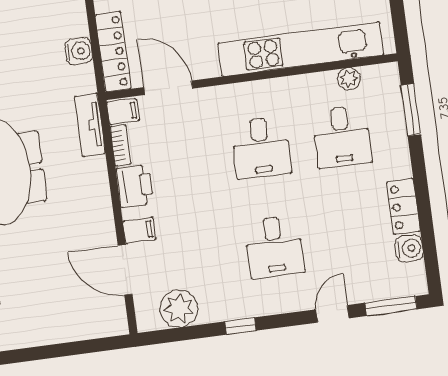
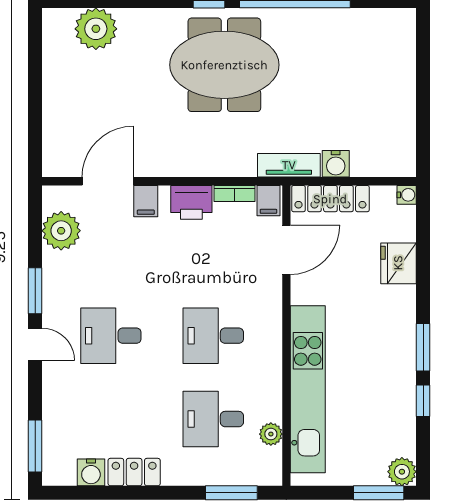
tv unit: (90, 125) -> (289, 165), moved
door: (332, 314) -> (35, 344), moved
window: (240, 326) -> (35, 291), width x1.50

